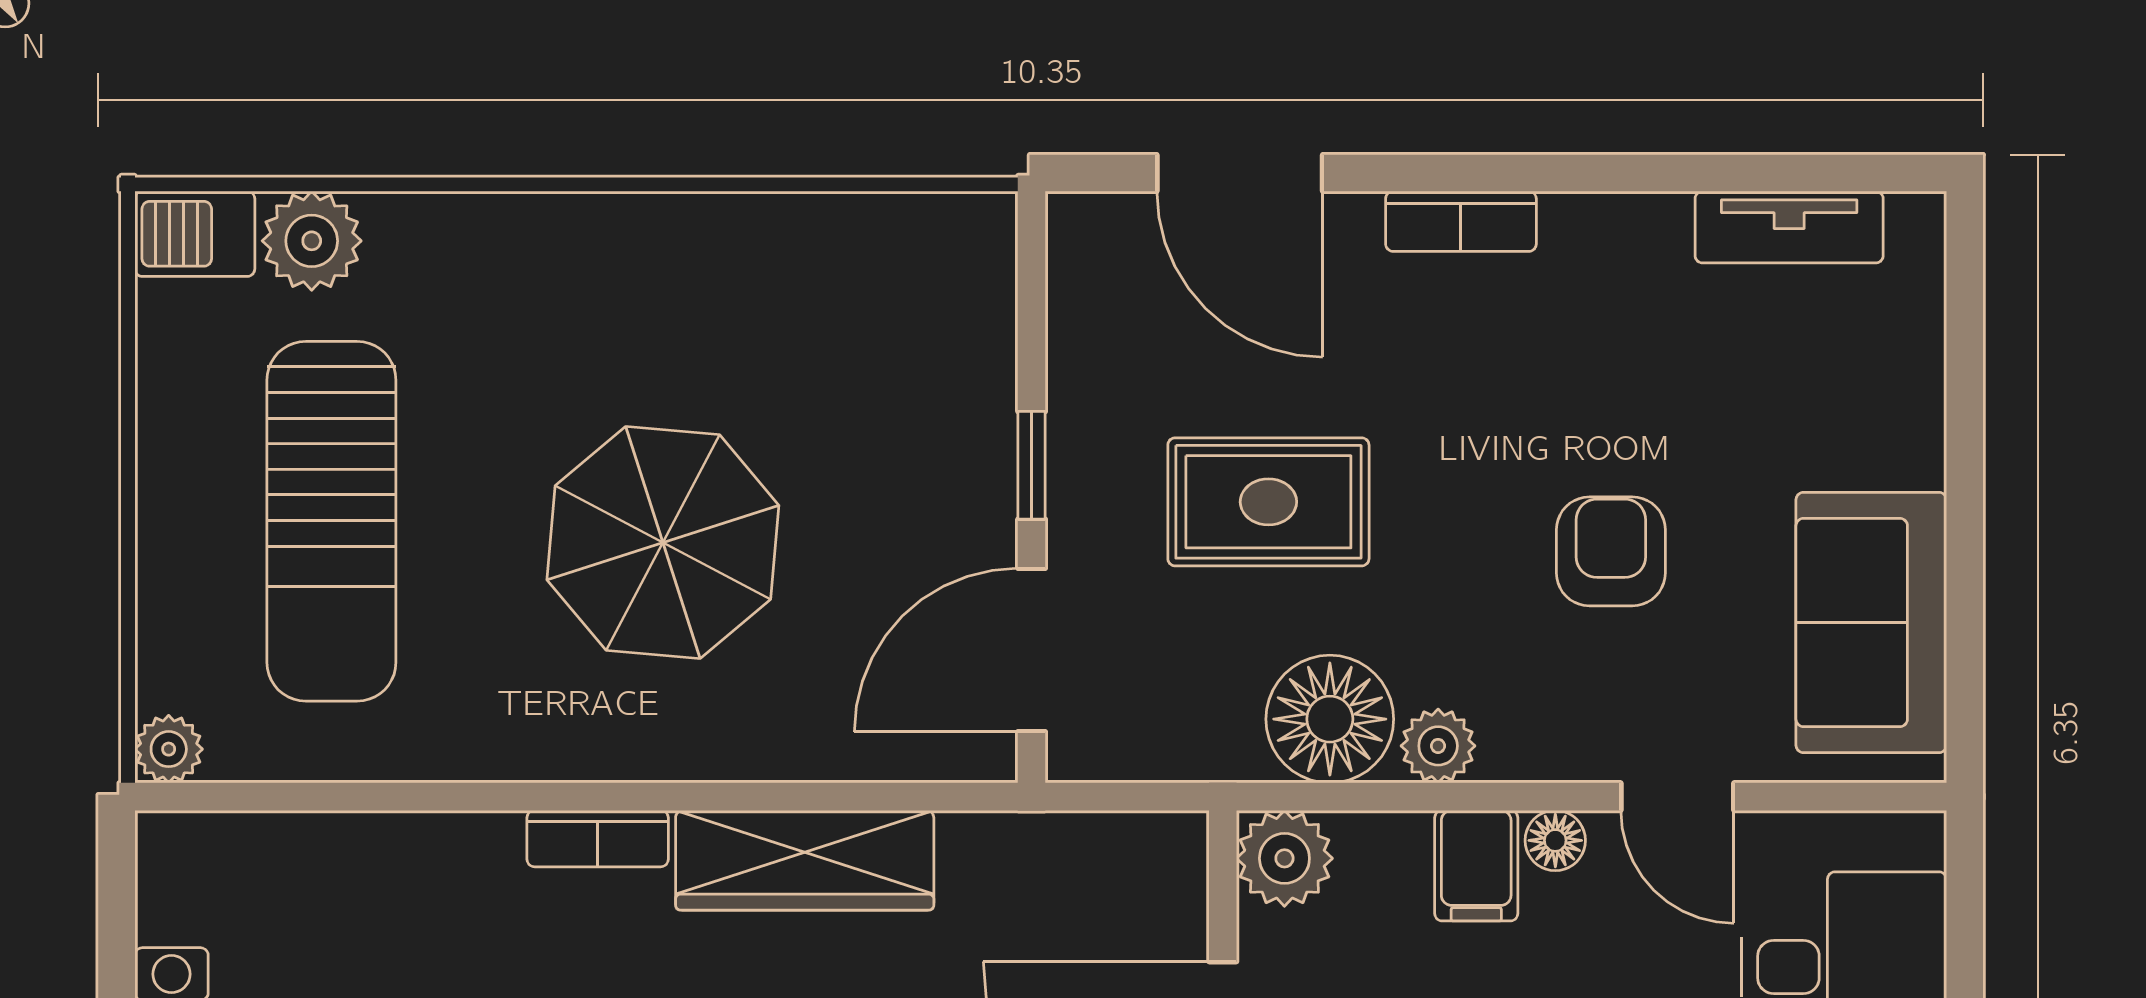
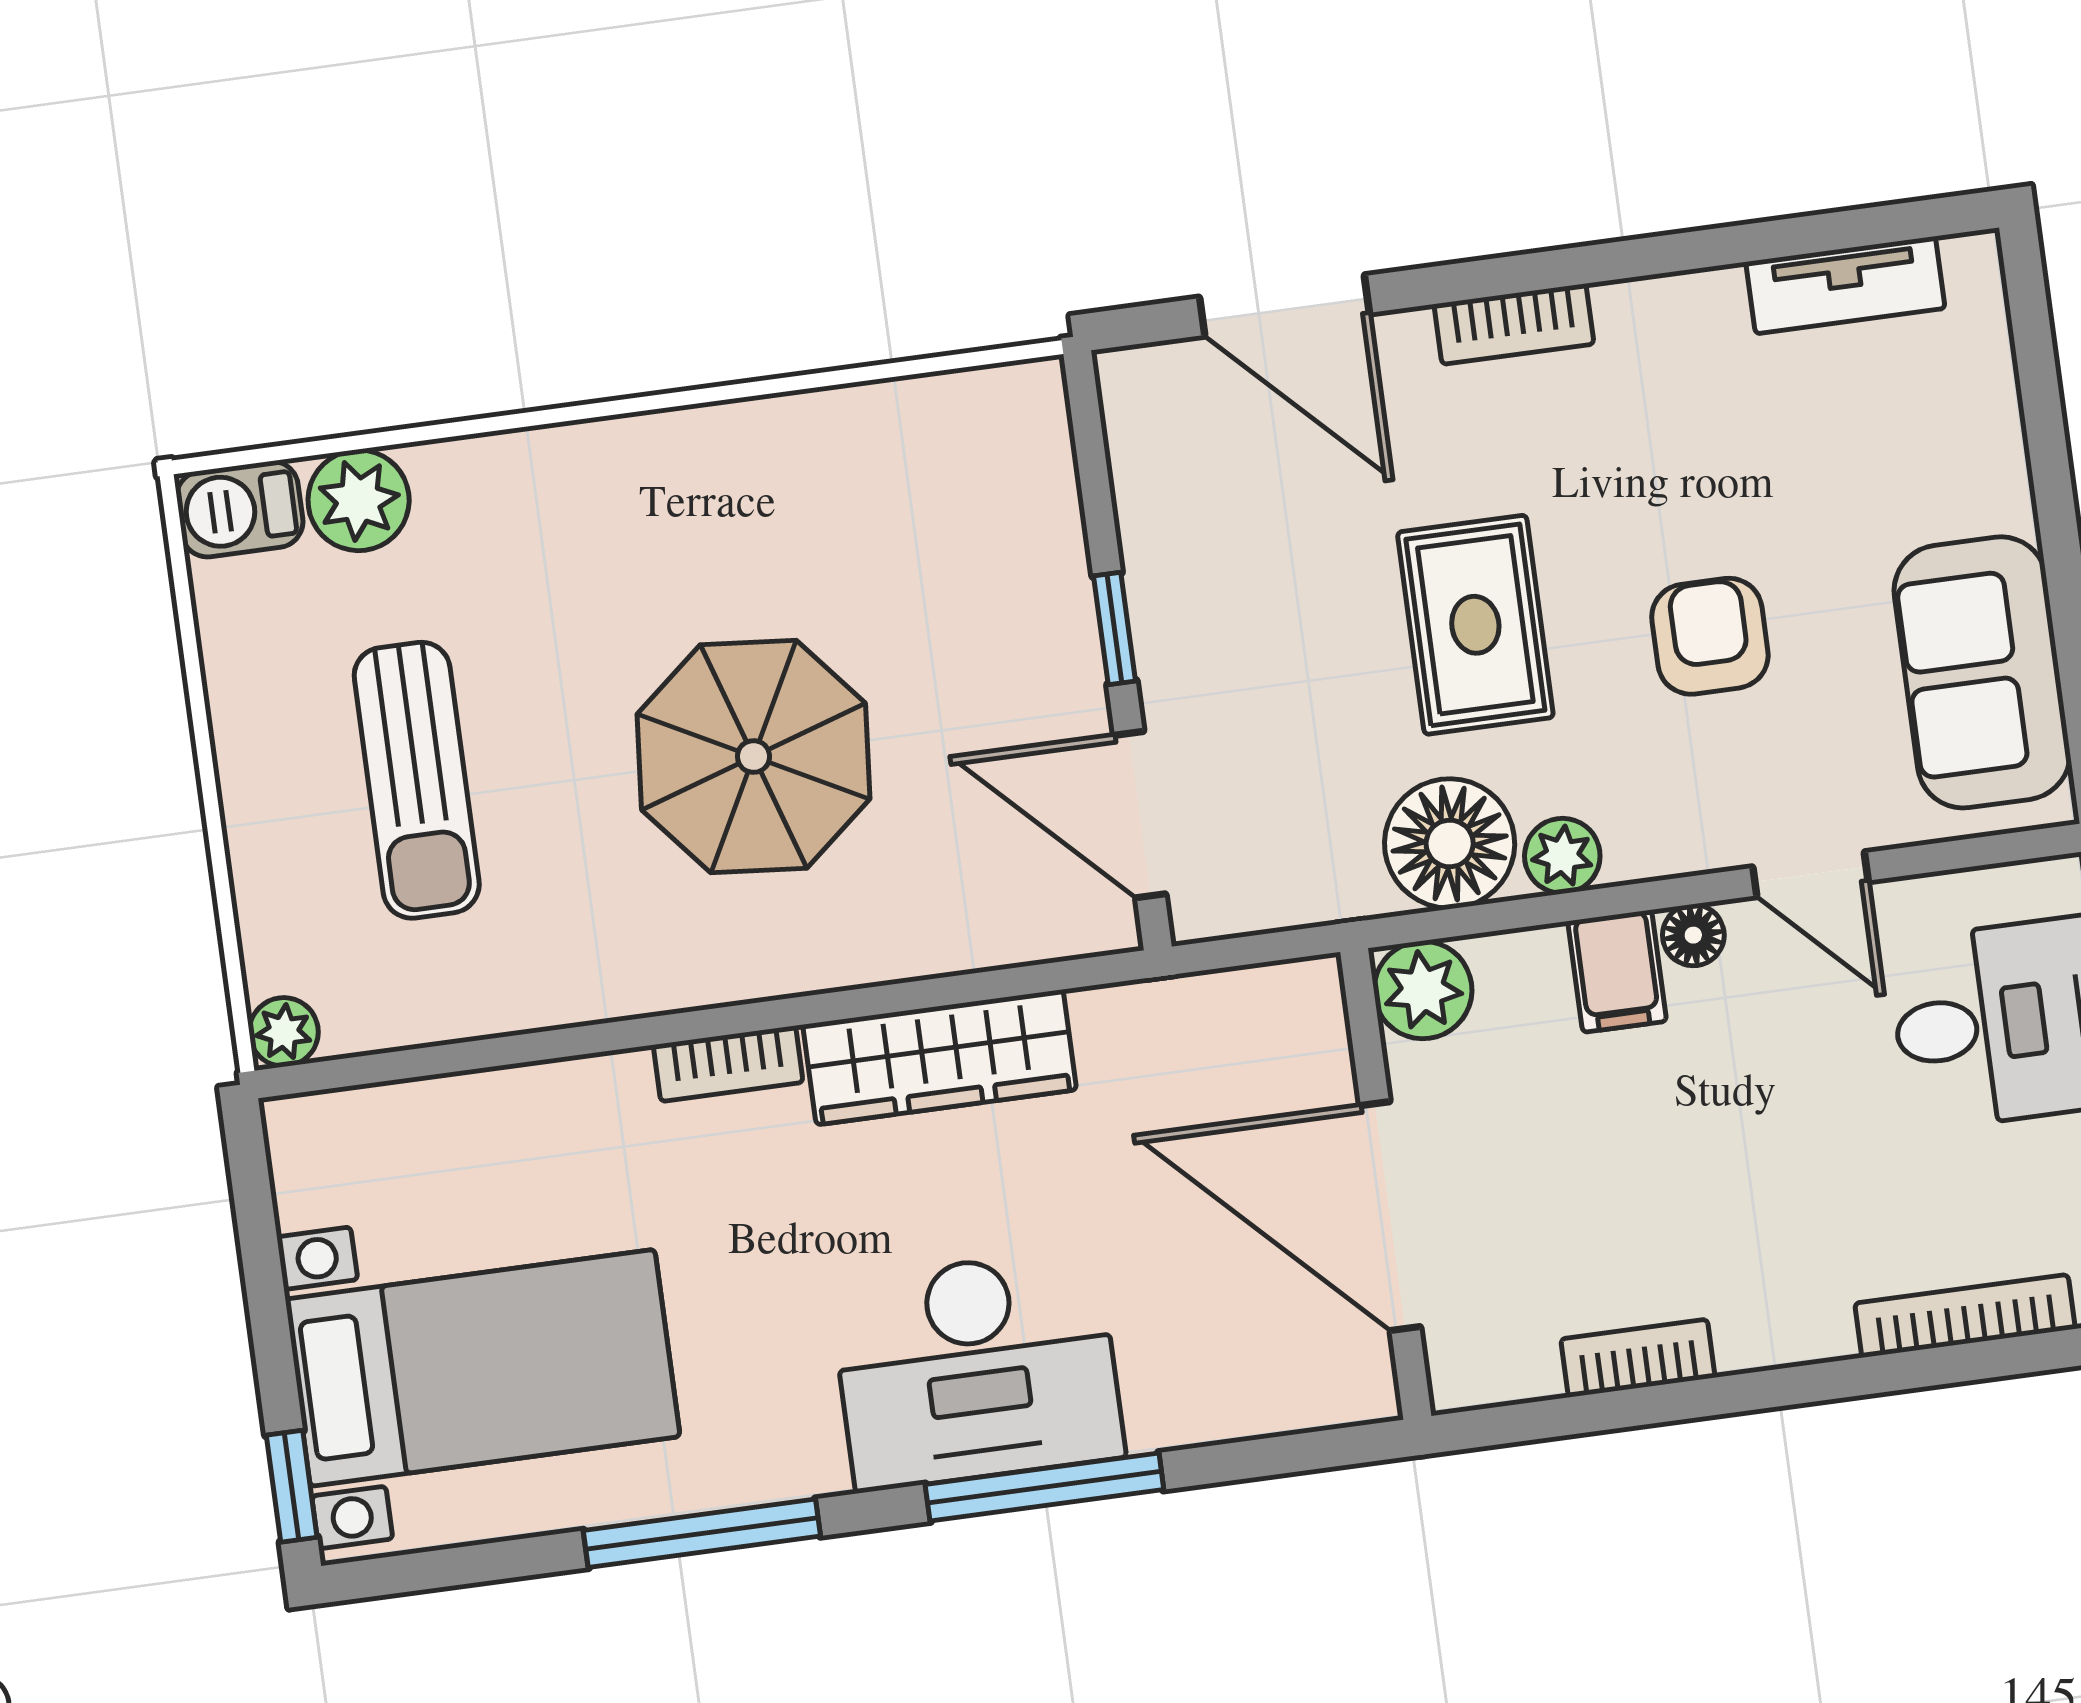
rug: (1268, 502) -> (1475, 625), moved, turned 90
sun lounger: (331, 521) -> (417, 780), width x0.73, depth x0.75
door: (1032, 650) -> (1140, 815), hinge flipped

